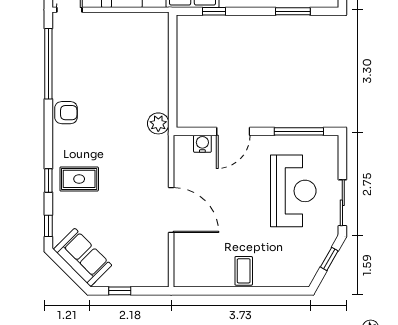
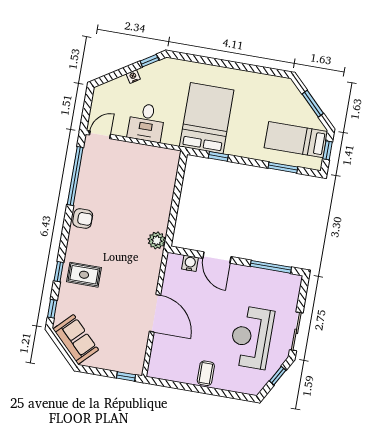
door: (233, 131) -> (217, 257), hinge flipped
reception desk: (293, 191) -> (251, 337), moved, turned 180
window: (120, 291) -> (126, 376), moved

